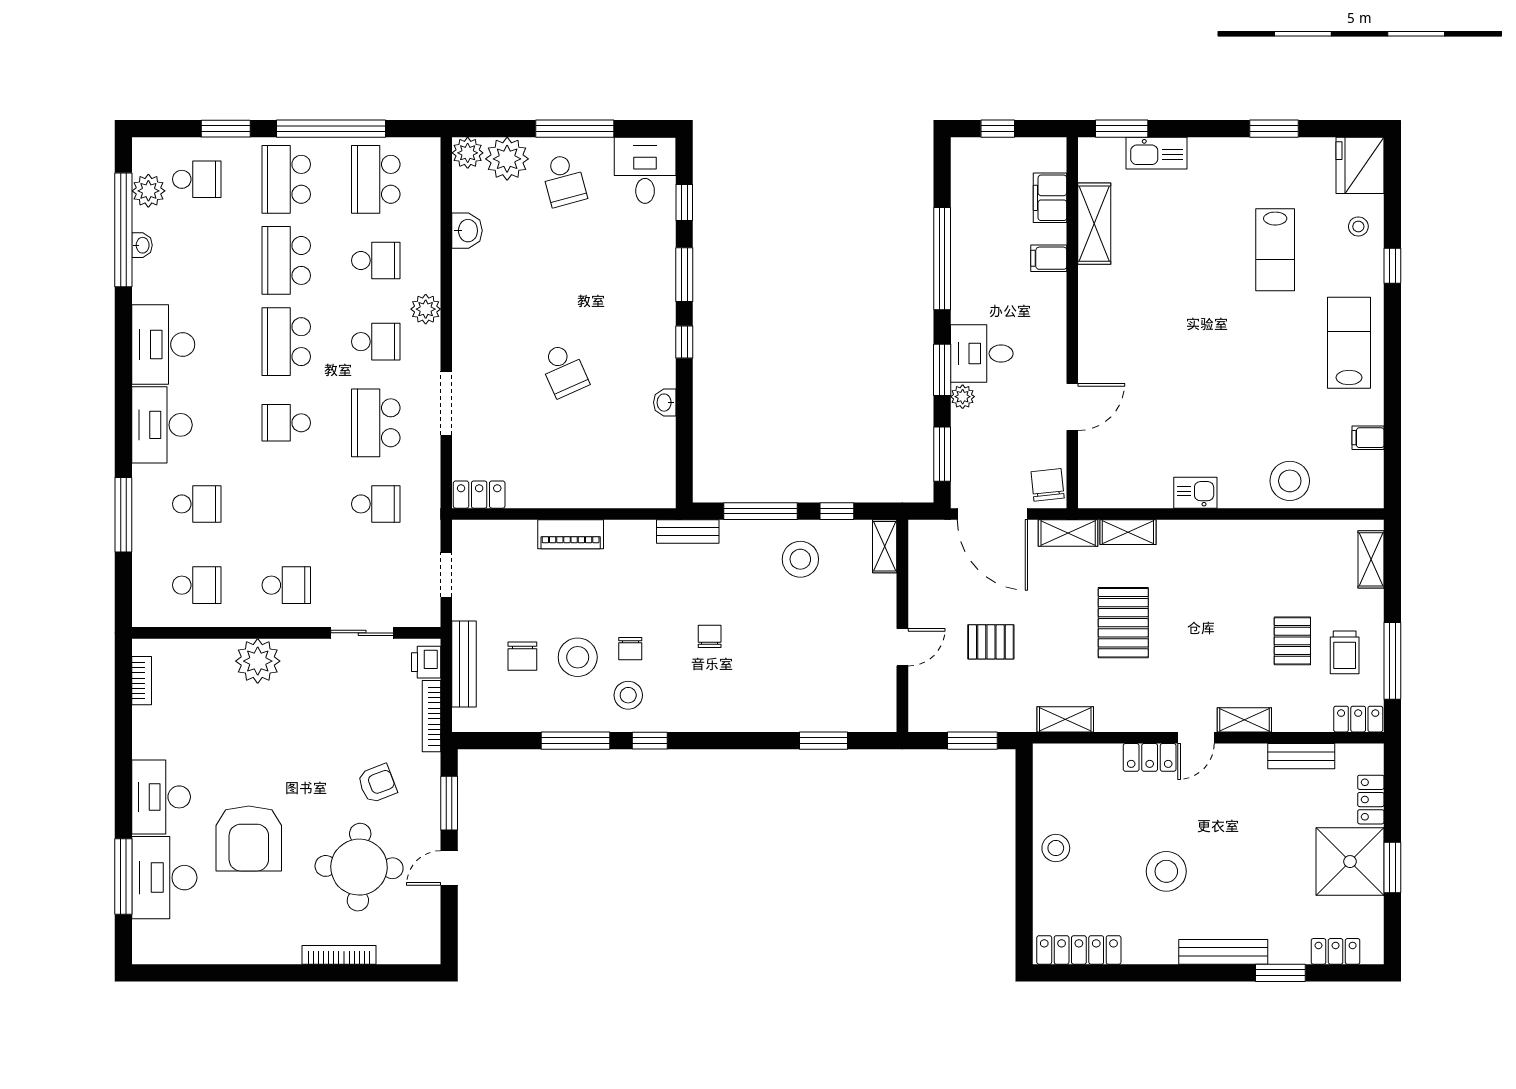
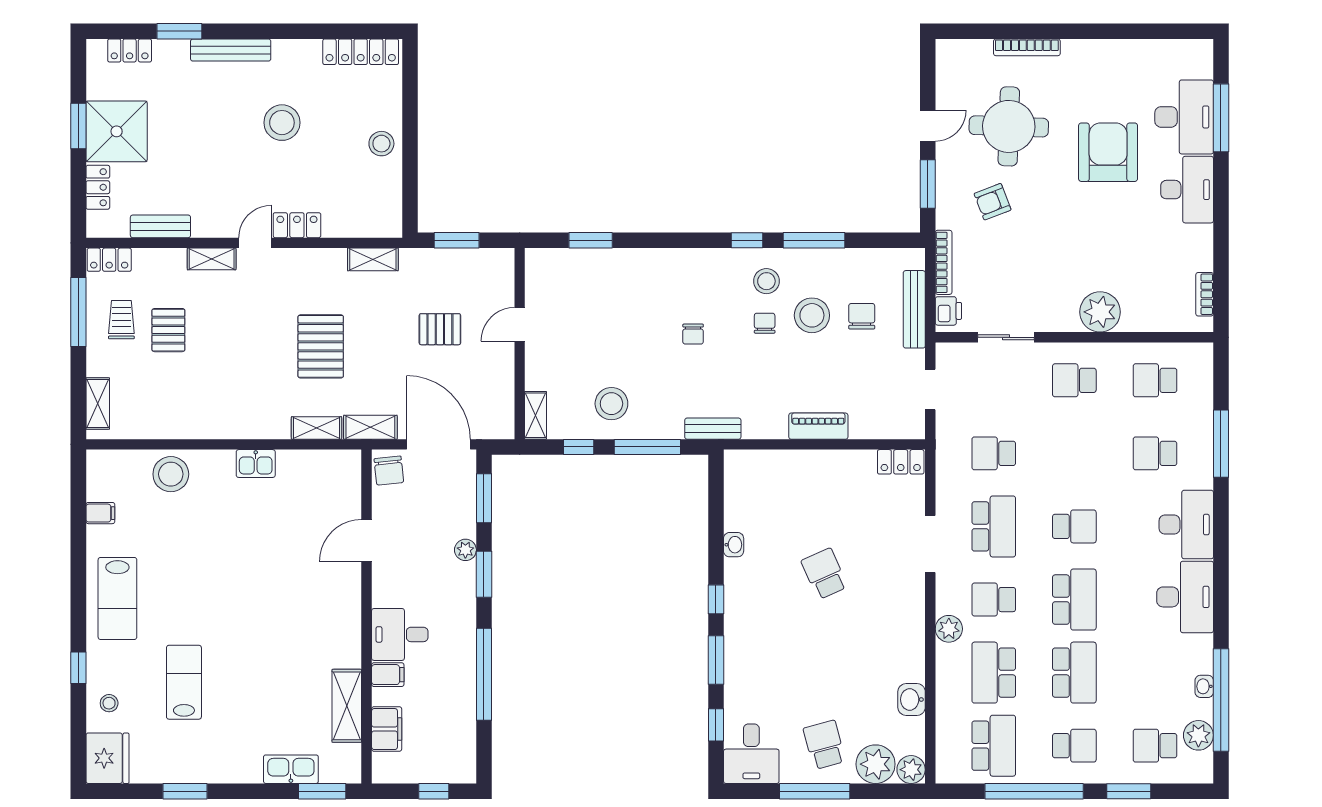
school desk: (286, 179) -> (1074, 746), width x0.54
school desk: (376, 260) -> (994, 673), width x1.85
desk: (982, 353) -> (400, 634), moved, turned 180

